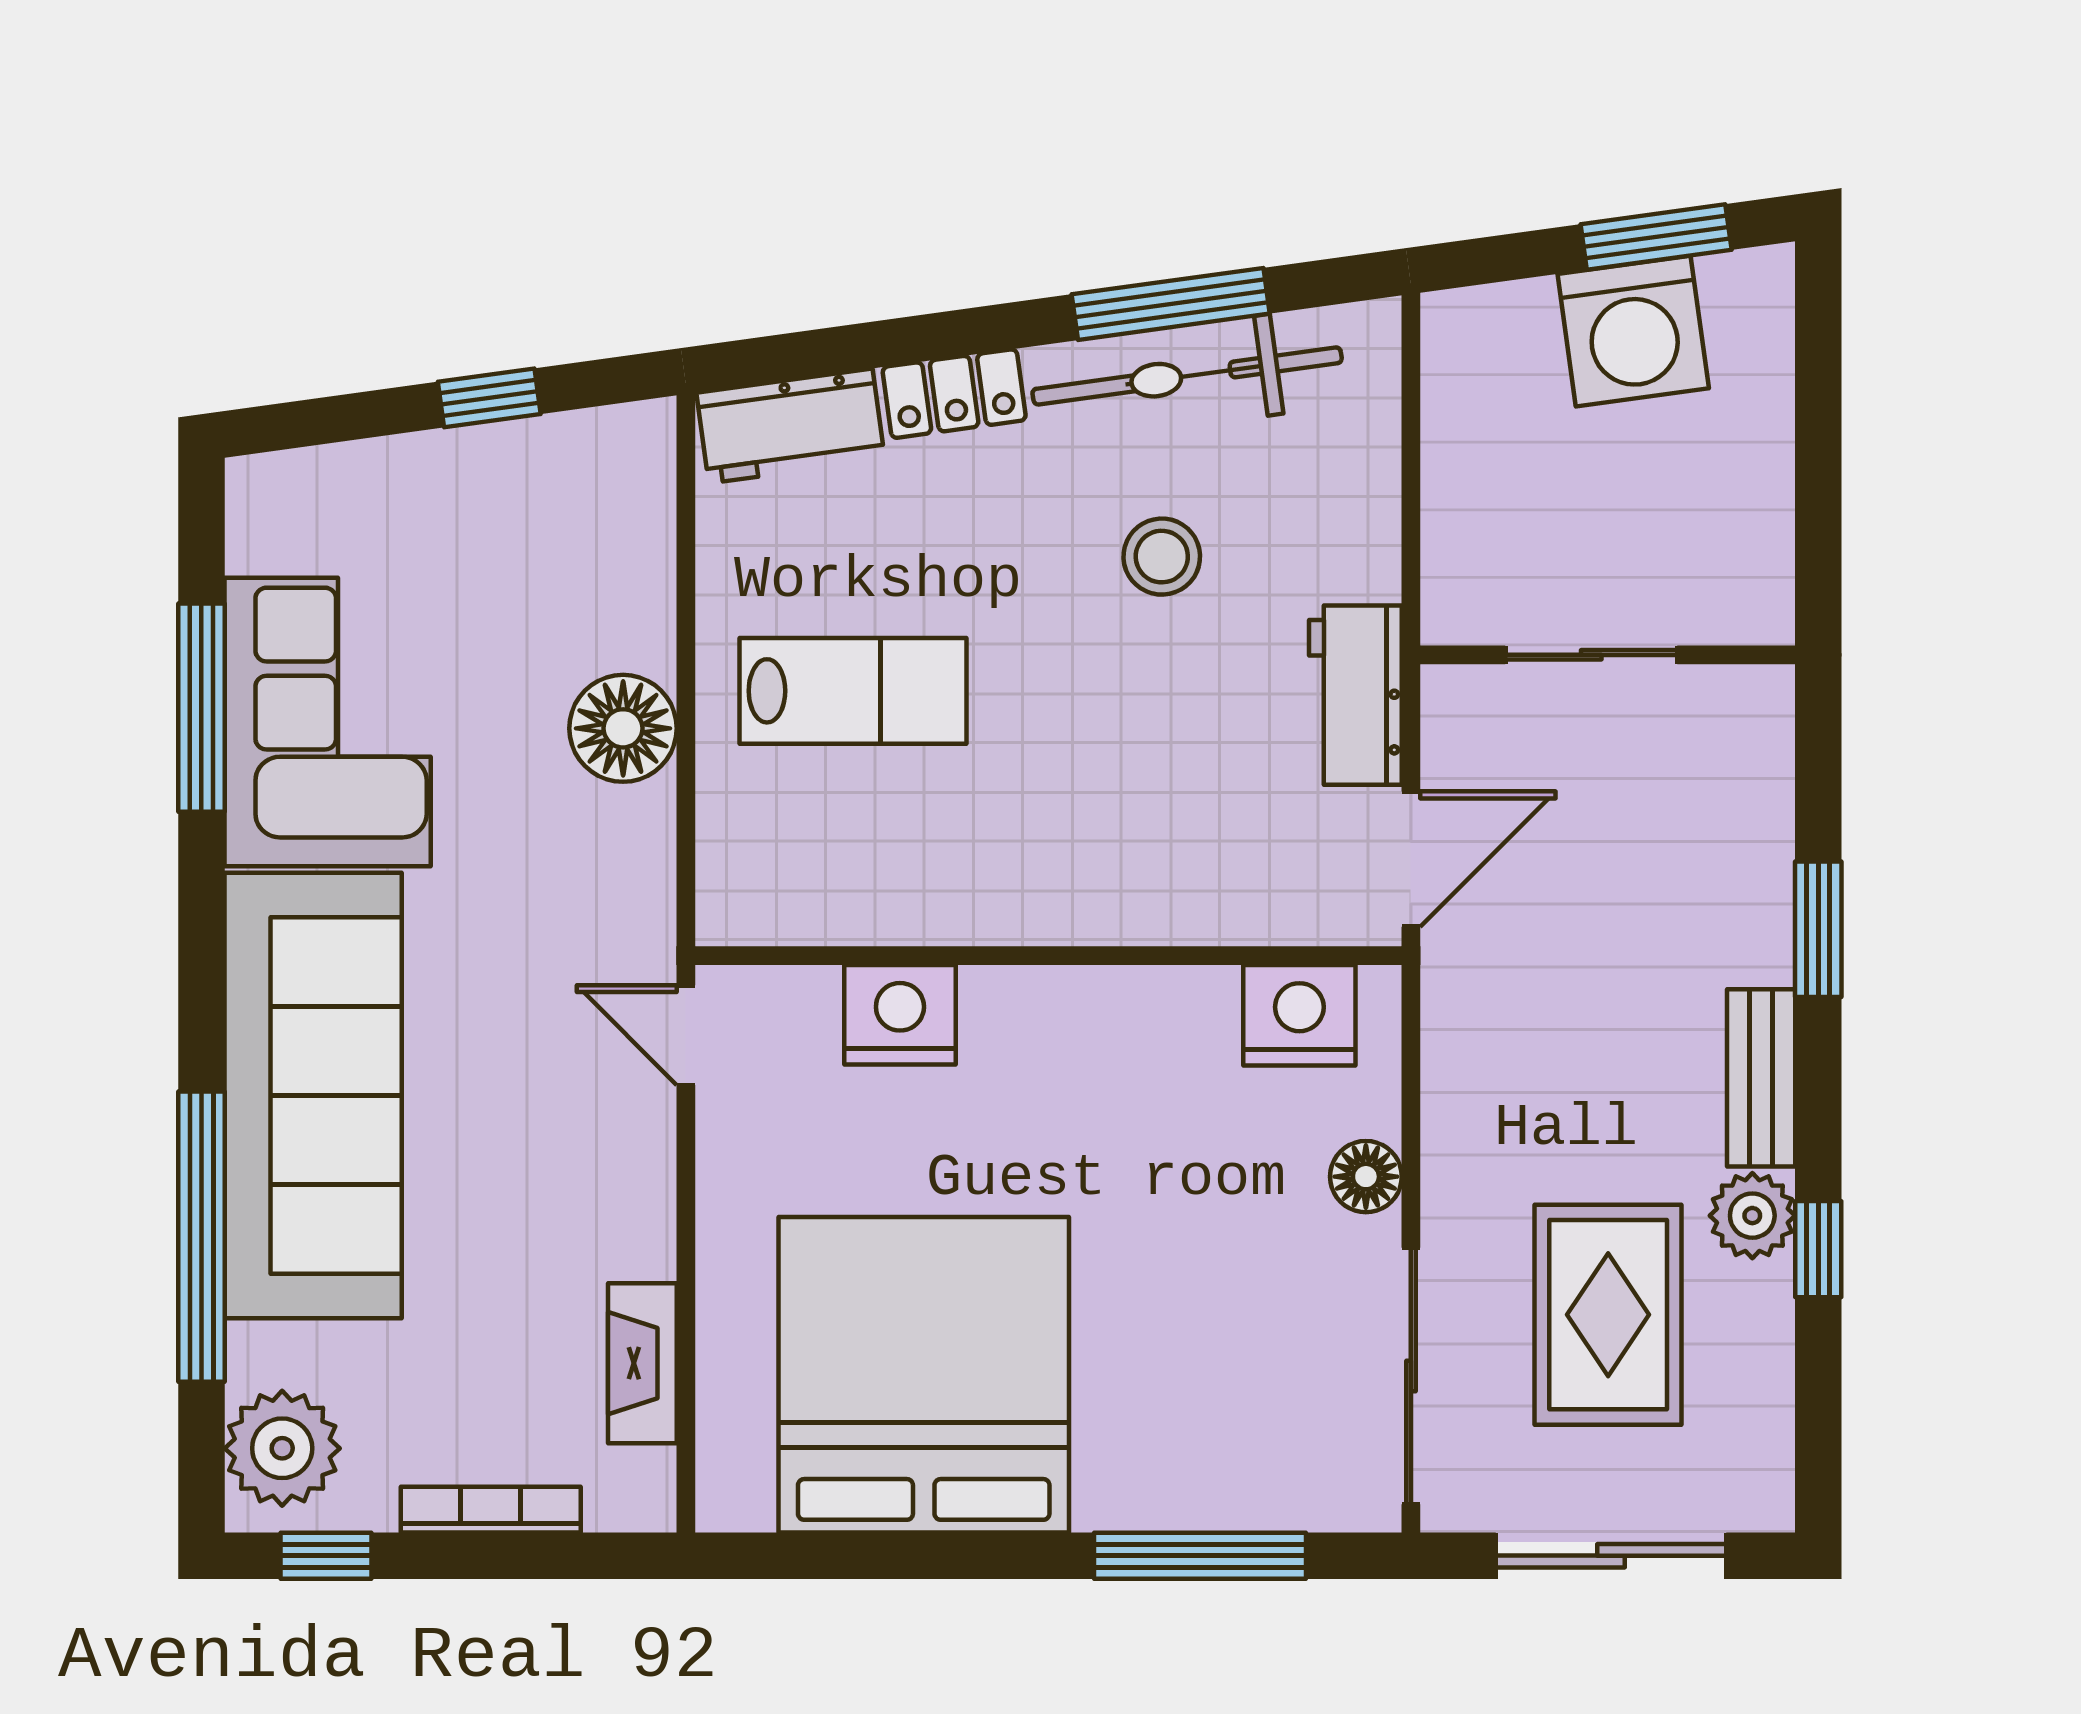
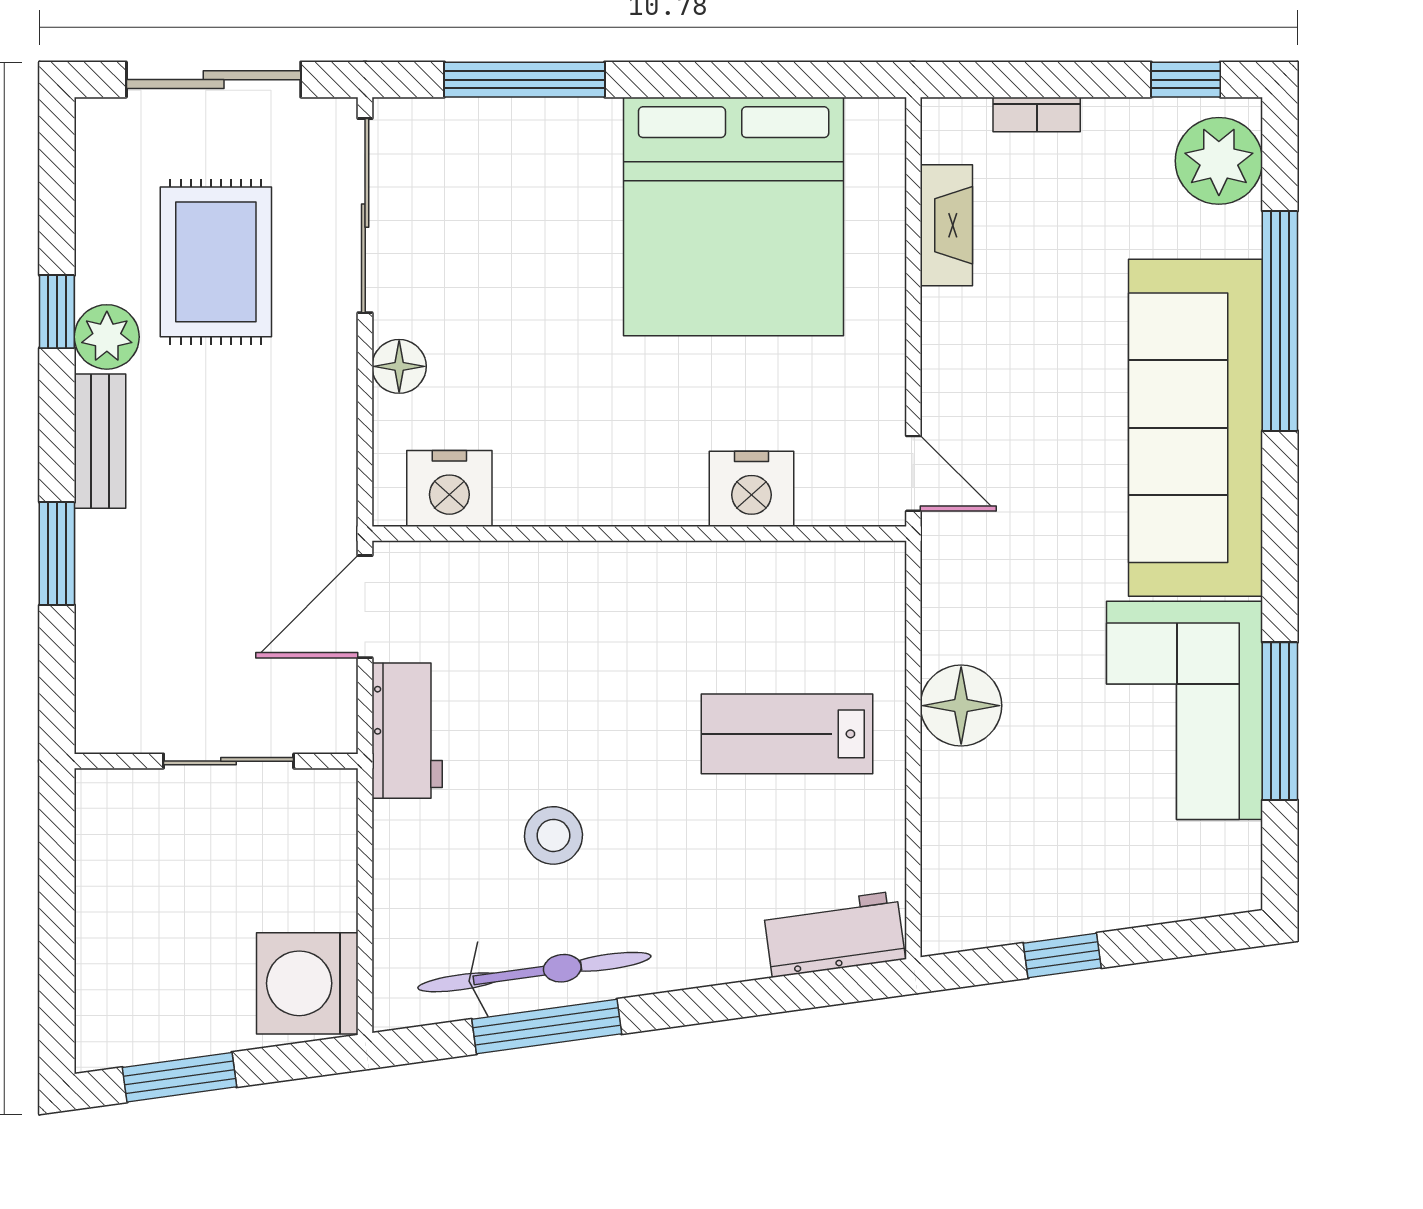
washing machine: (1633, 331) -> (307, 983), moved, turned -82
locker: (954, 394) -> (711, 959), removed
bookcase: (491, 1510) -> (1037, 114), width x0.64

